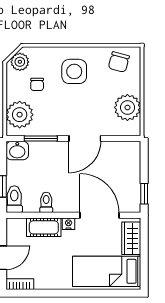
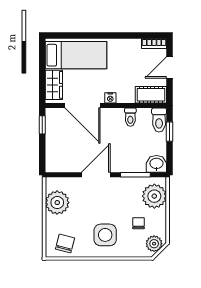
cot: (44, 227) -> (151, 95), moved

